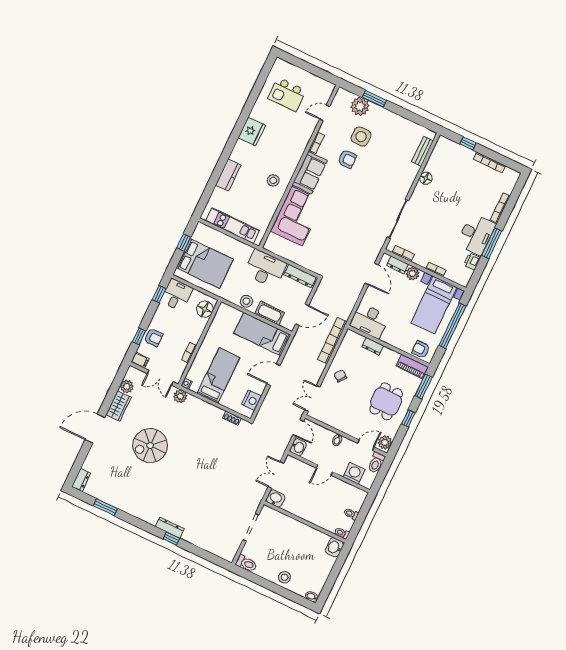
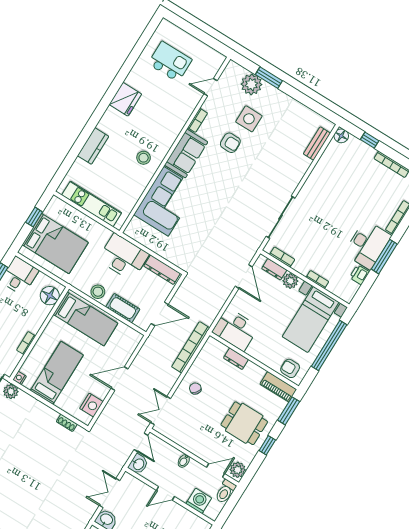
kitchen island: (287, 94) -> (170, 62), turned 180
floor lamp: (426, 178) -> (341, 136), moved
bed: (262, 334) -> (86, 319), moved, turned 180
dining table: (386, 401) -> (244, 423), turned 90

